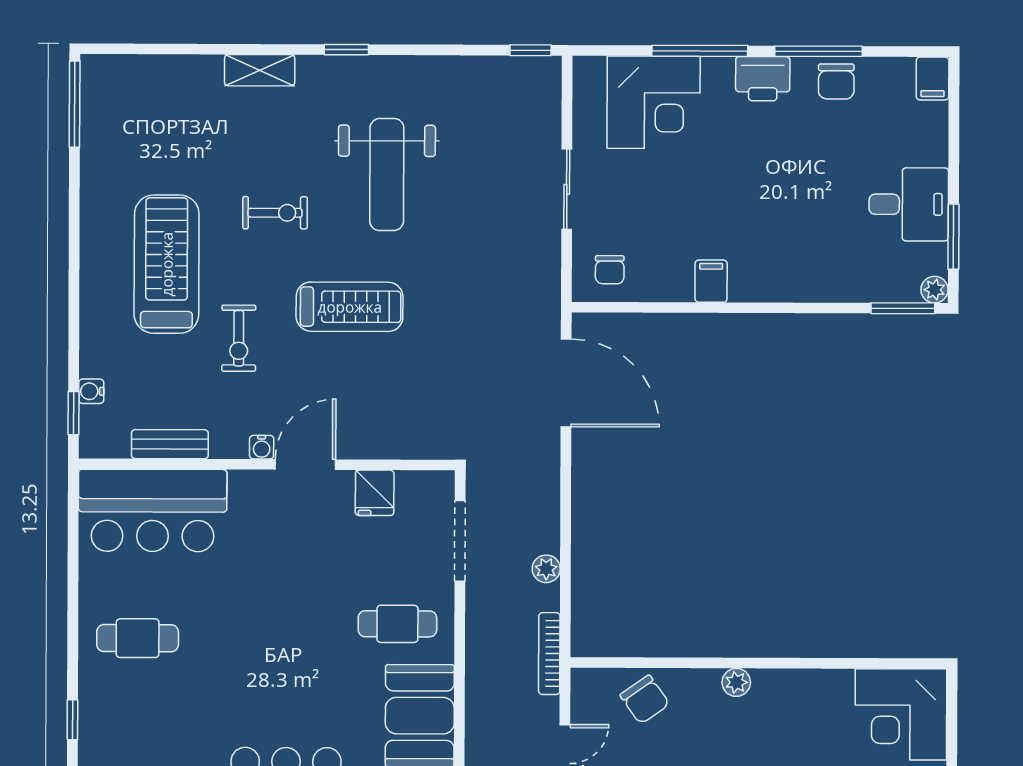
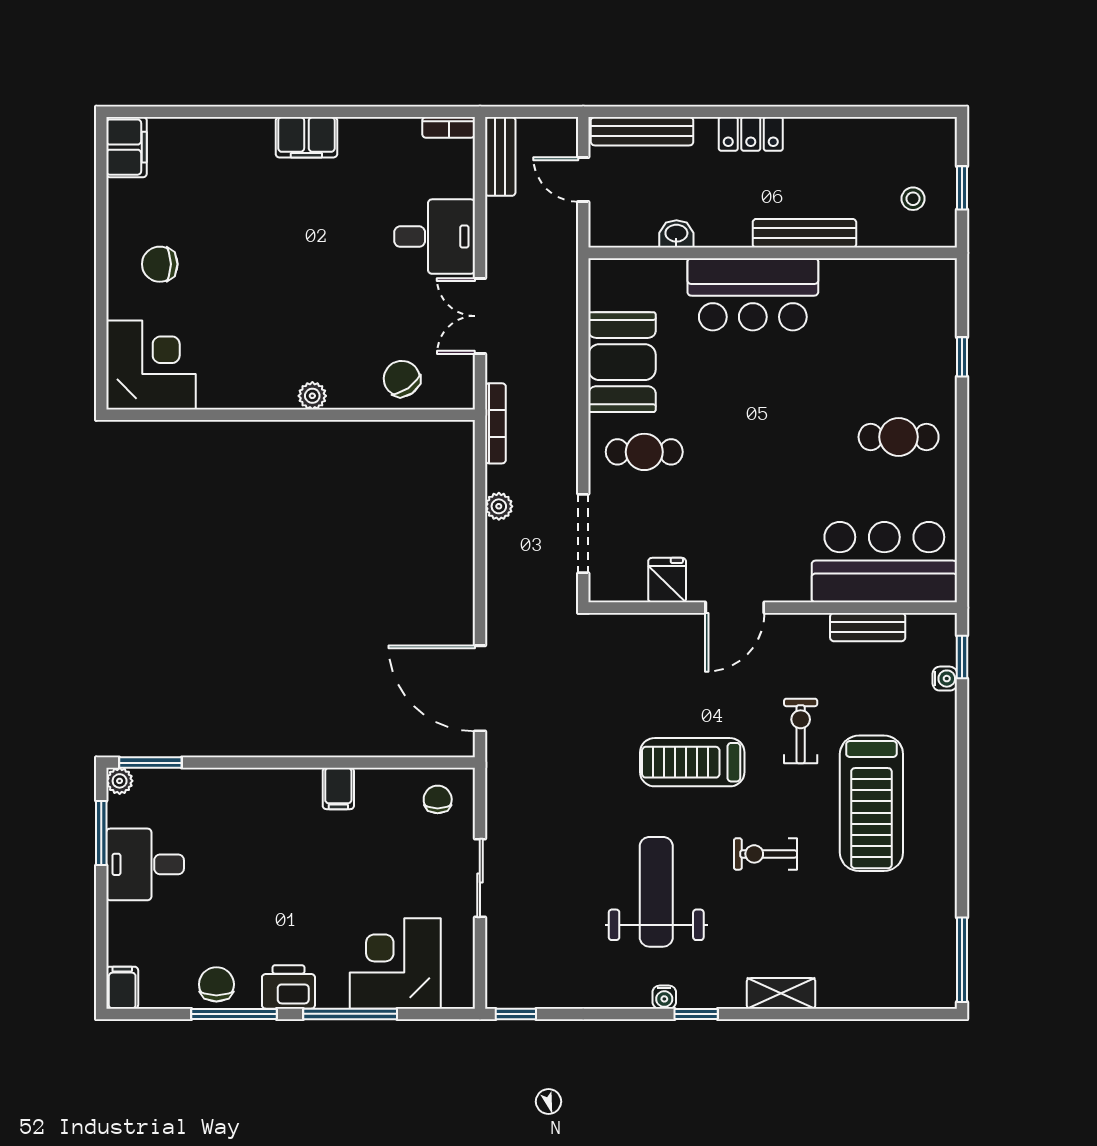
water cooler: (262, 447) -> (664, 997), moved, turned 180

